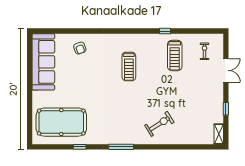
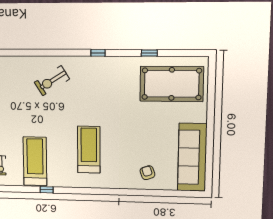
treadmill: (175, 55) -> (35, 161), width x1.37, depth x1.38
treadmill: (129, 66) -> (89, 150), width x1.37, depth x1.38
window: (121, 147) -> (98, 53), width x0.46

